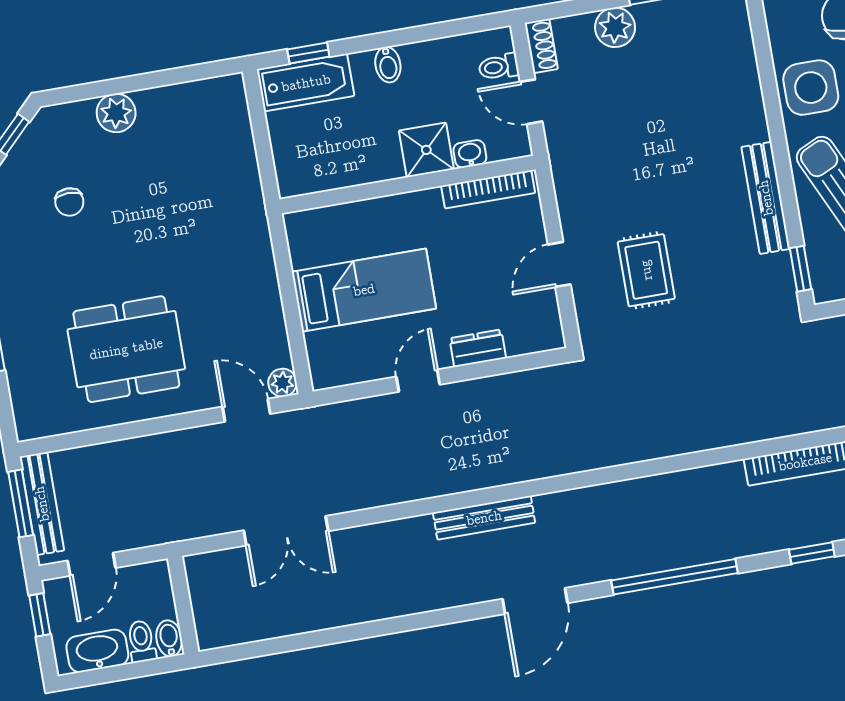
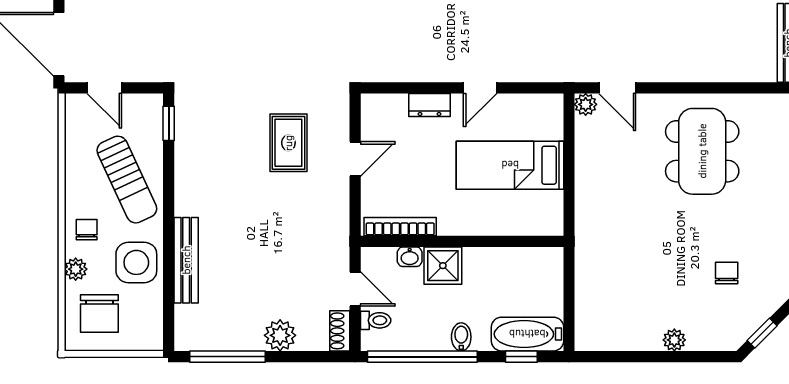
window: (432, 32) -> (422, 357), added
plant: (116, 113) -> (674, 340), width x0.73, depth x0.73
bench: (766, 198) -> (186, 260), moved
dining table: (126, 349) -> (702, 151), turned 90

